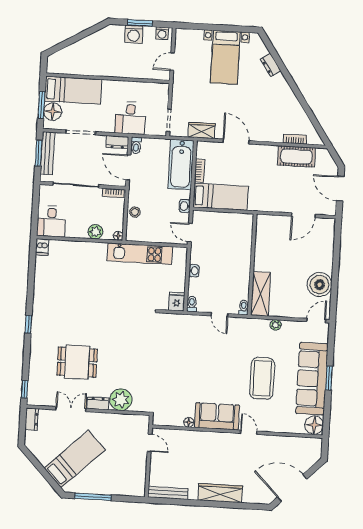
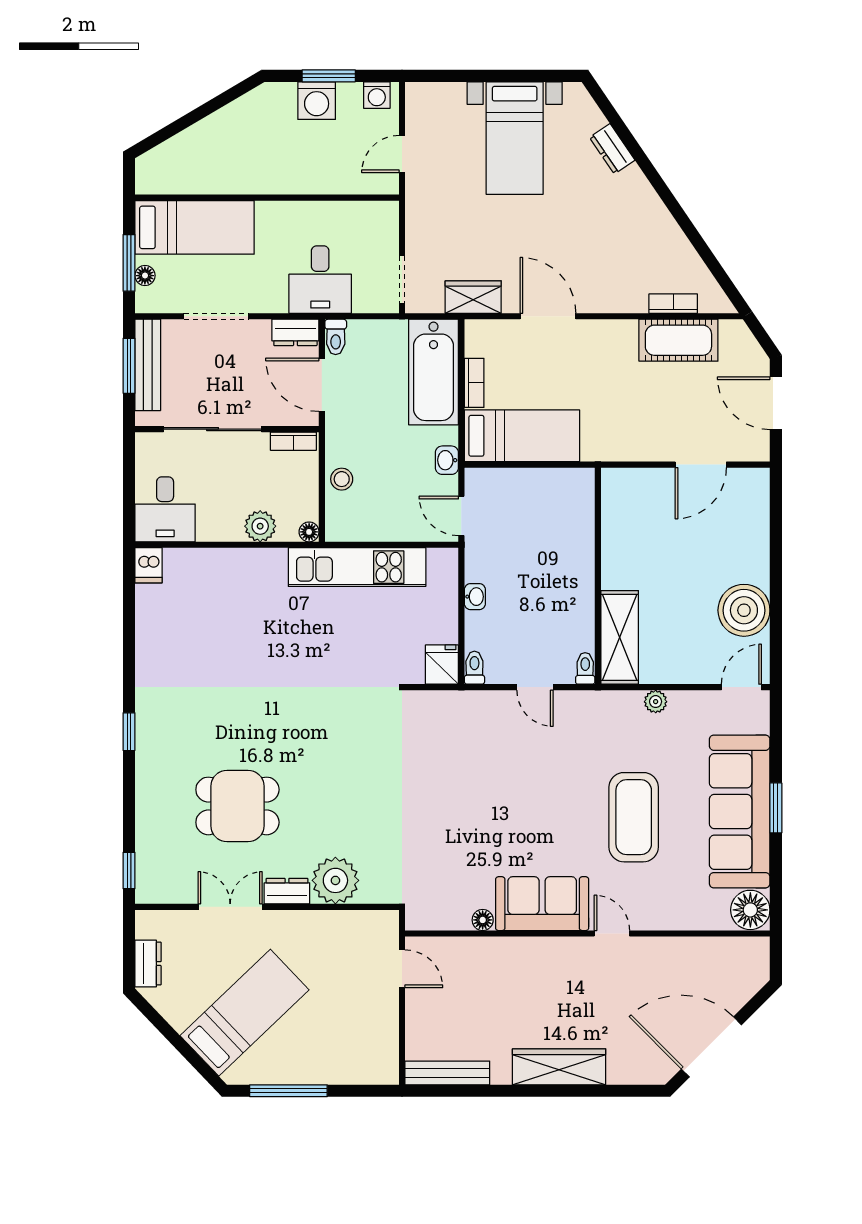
floor lamp: (53, 112) -> (145, 276), width x0.53, depth x0.53
dresser: (32, 419) -> (148, 964), moved

